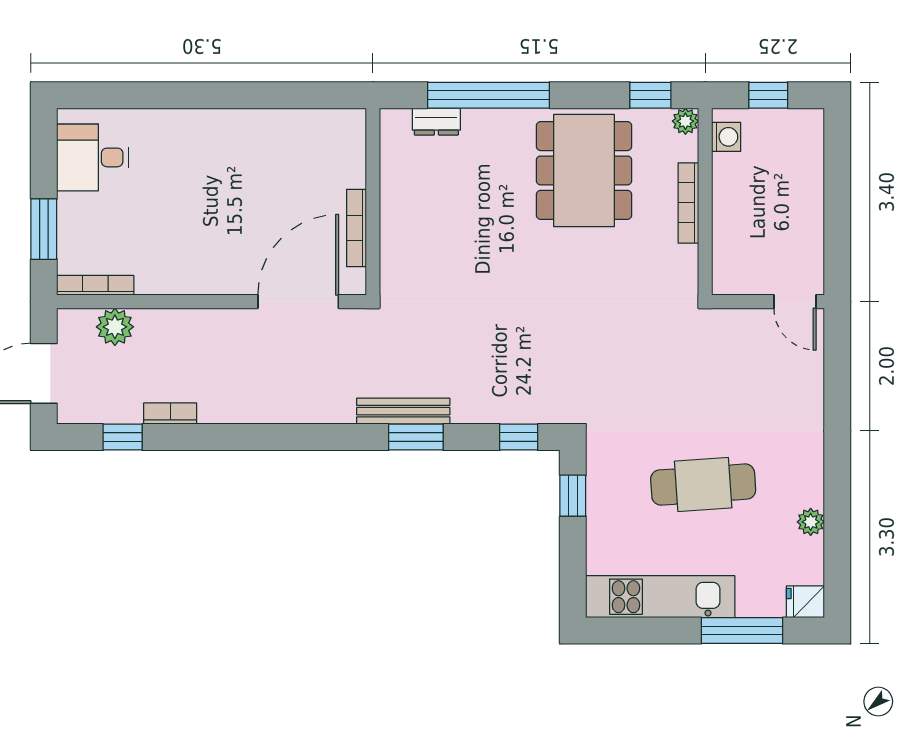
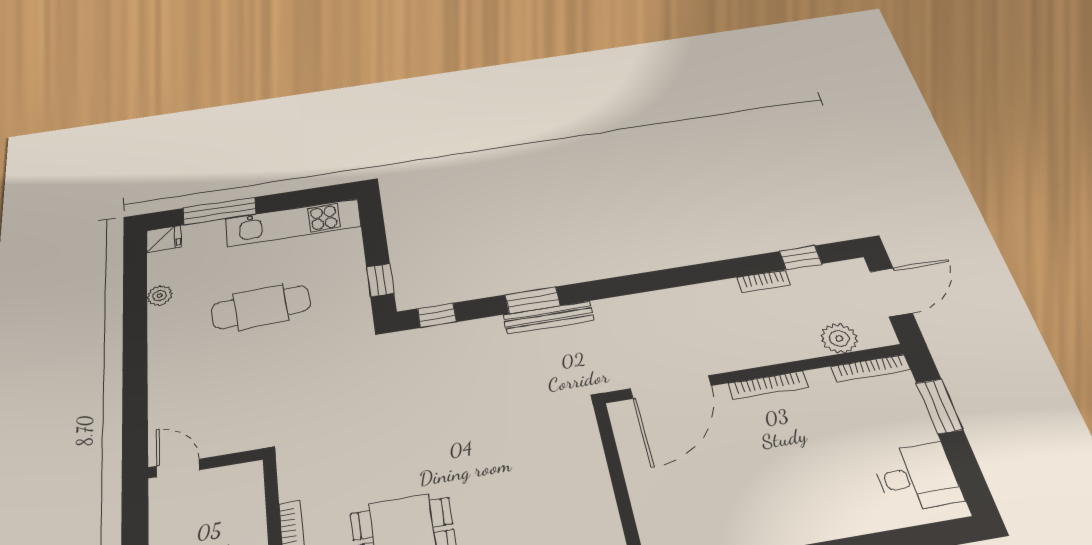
bookcase: (356, 228) -> (768, 385), moved, turned 90

